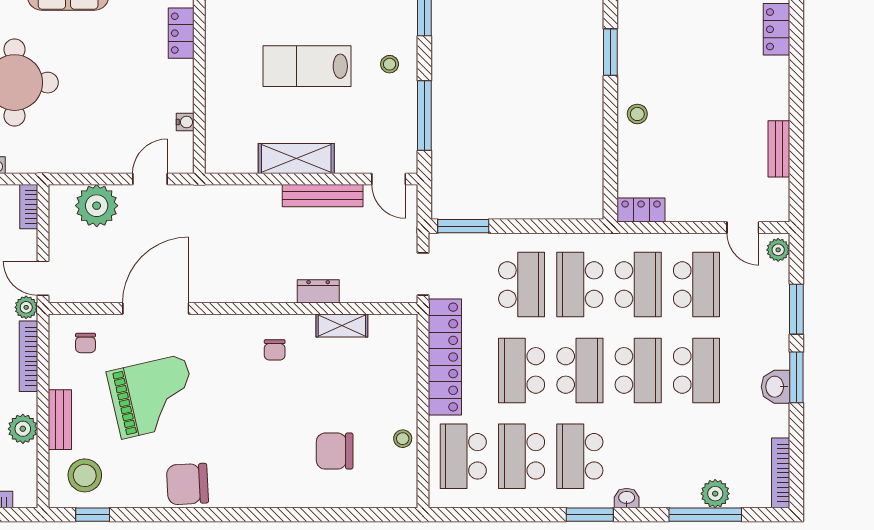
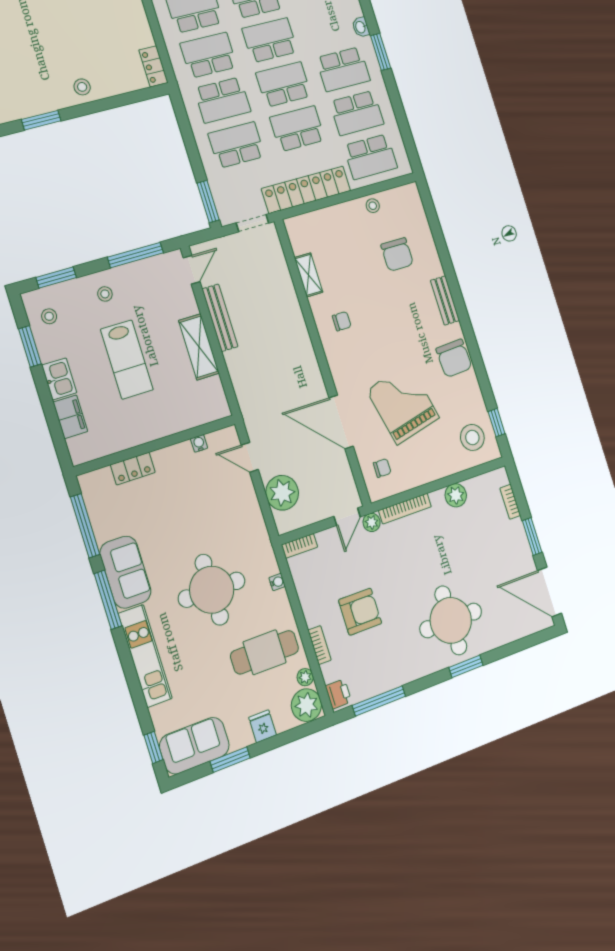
dresser: (318, 291) -> (290, 300), removed
school desk: (522, 370) -> (297, 129), turned 180
bench: (60, 420) -> (445, 300), moved, turned 90

